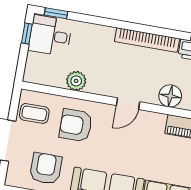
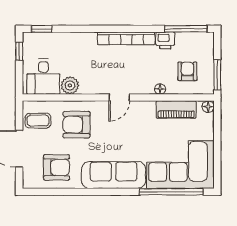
desk: (50, 36) -> (43, 77), moved, turned -90
floor lamp: (170, 96) -> (160, 89), width x0.53, depth x0.53
armchair: (46, 168) -> (57, 167), turned 90

